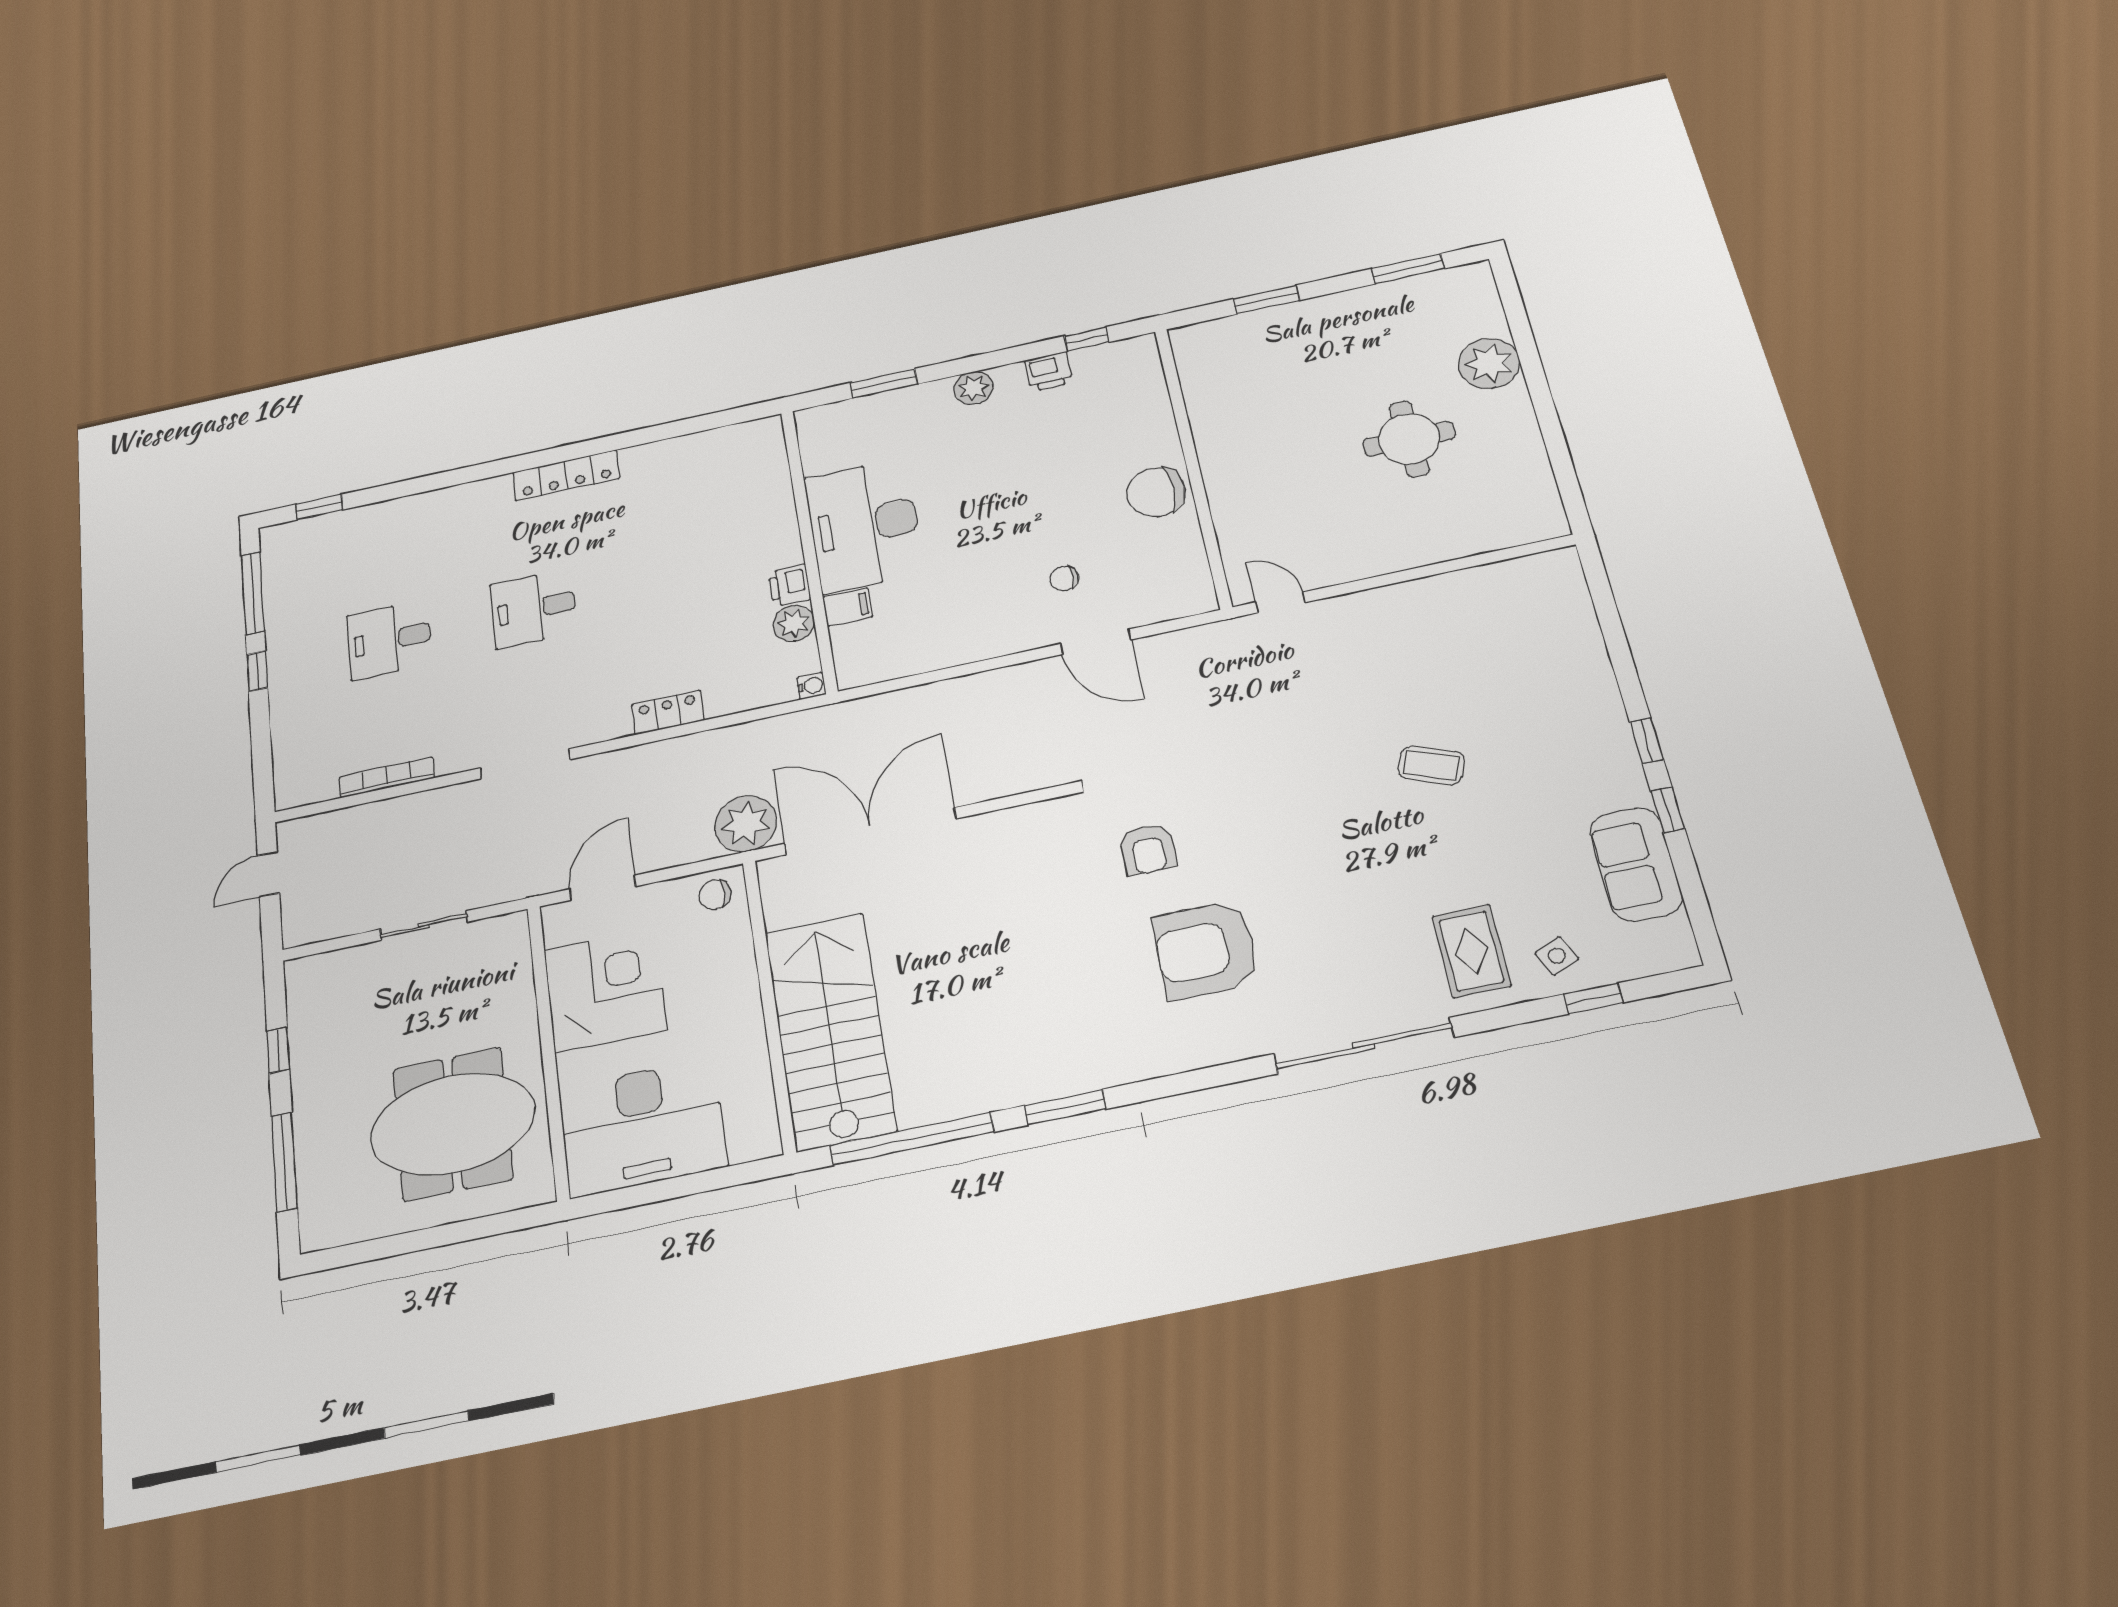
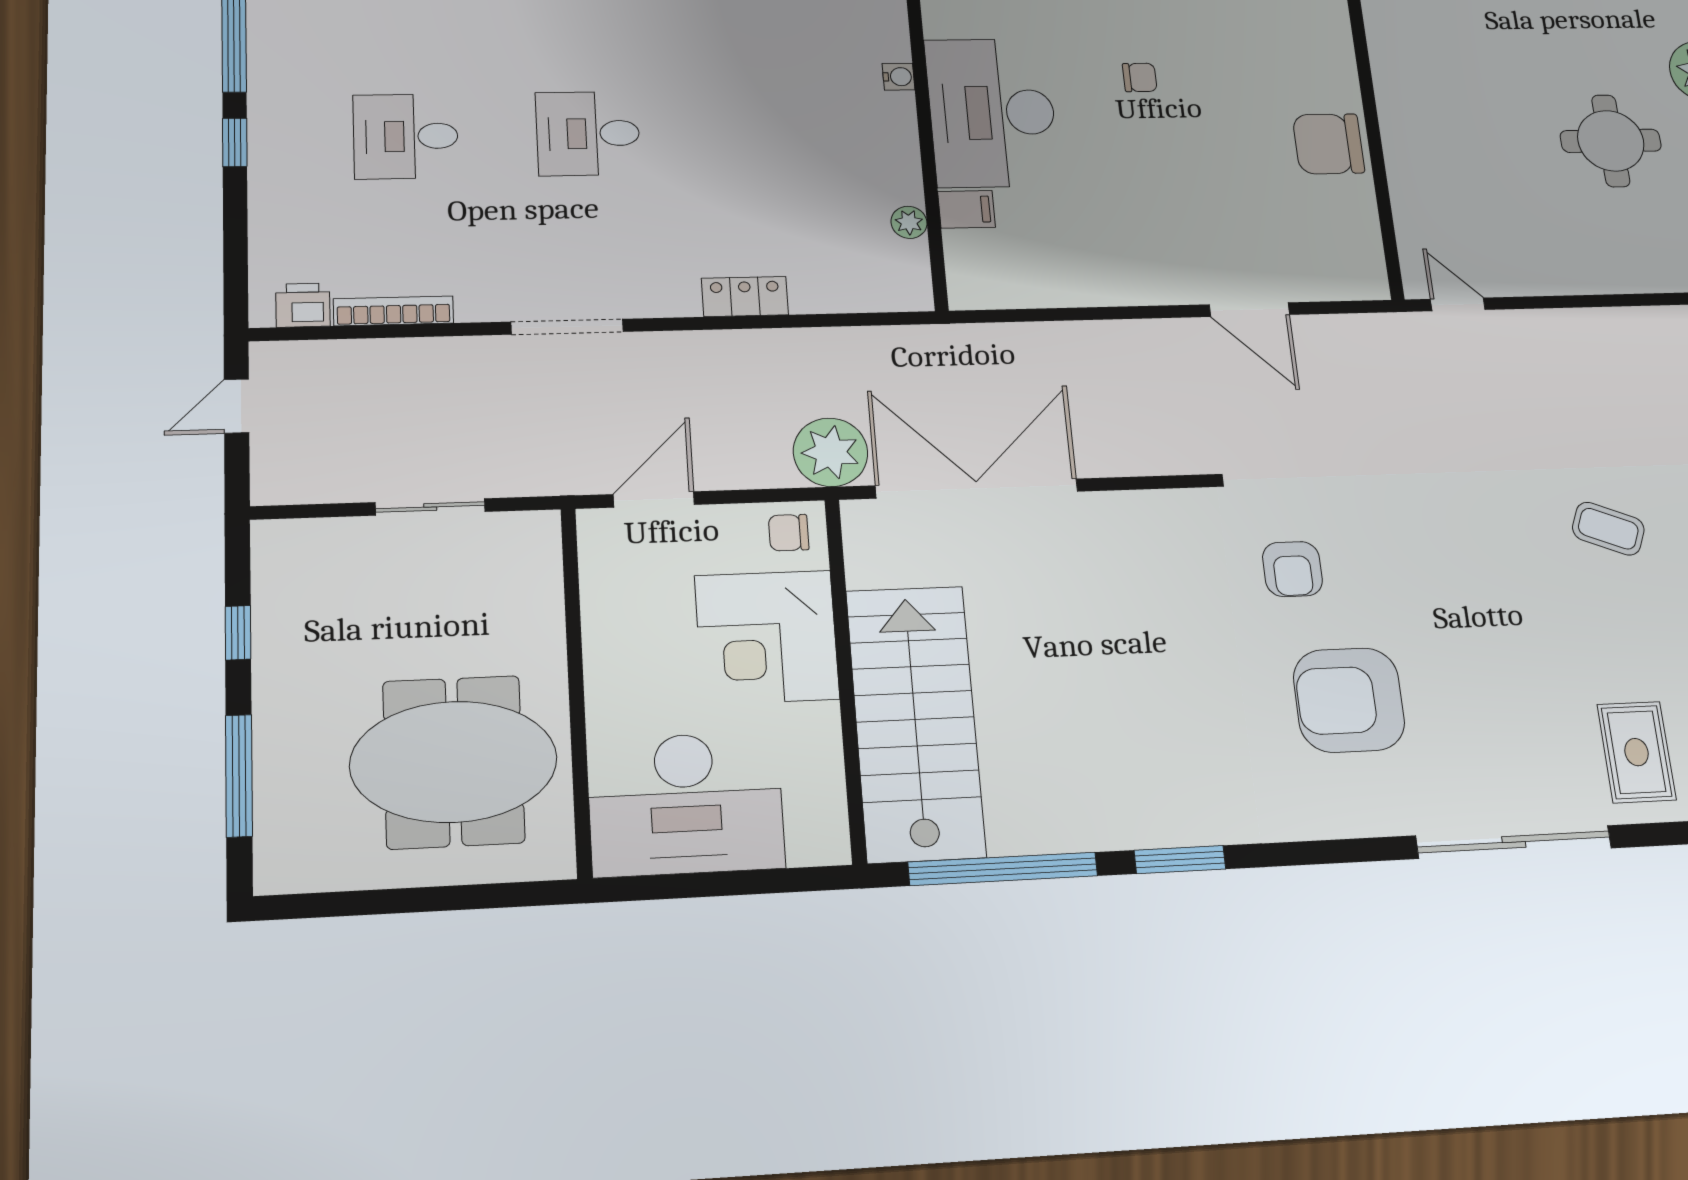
chair: (1064, 578) -> (1140, 77), moved, turned 180
printer: (789, 585) -> (303, 305), moved, turned 90
plant: (794, 623) -> (909, 222), width x0.73, depth x0.73
water cooler: (811, 686) -> (898, 77), moved
corner desk: (605, 990) -> (767, 637), moved, turned 180

